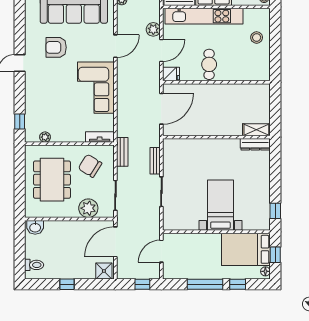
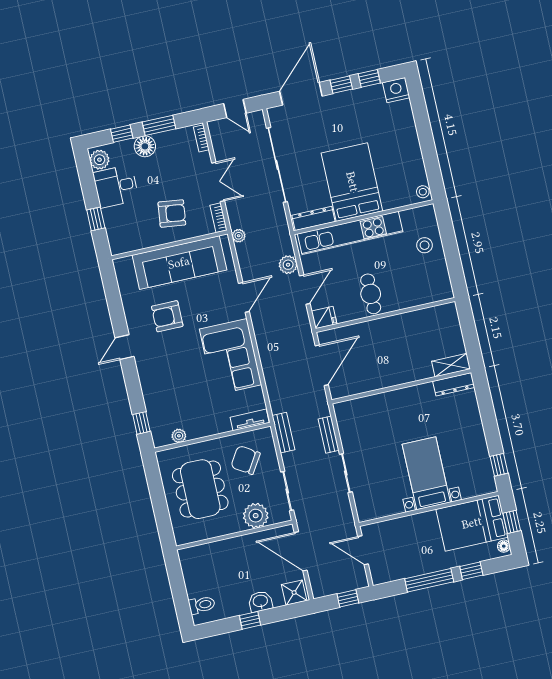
washbasin: (35, 227) -> (260, 601), moved, turned 180
door: (115, 242) -> (301, 551), hinge flipped
door: (161, 251) -> (363, 550), hinge flipped

